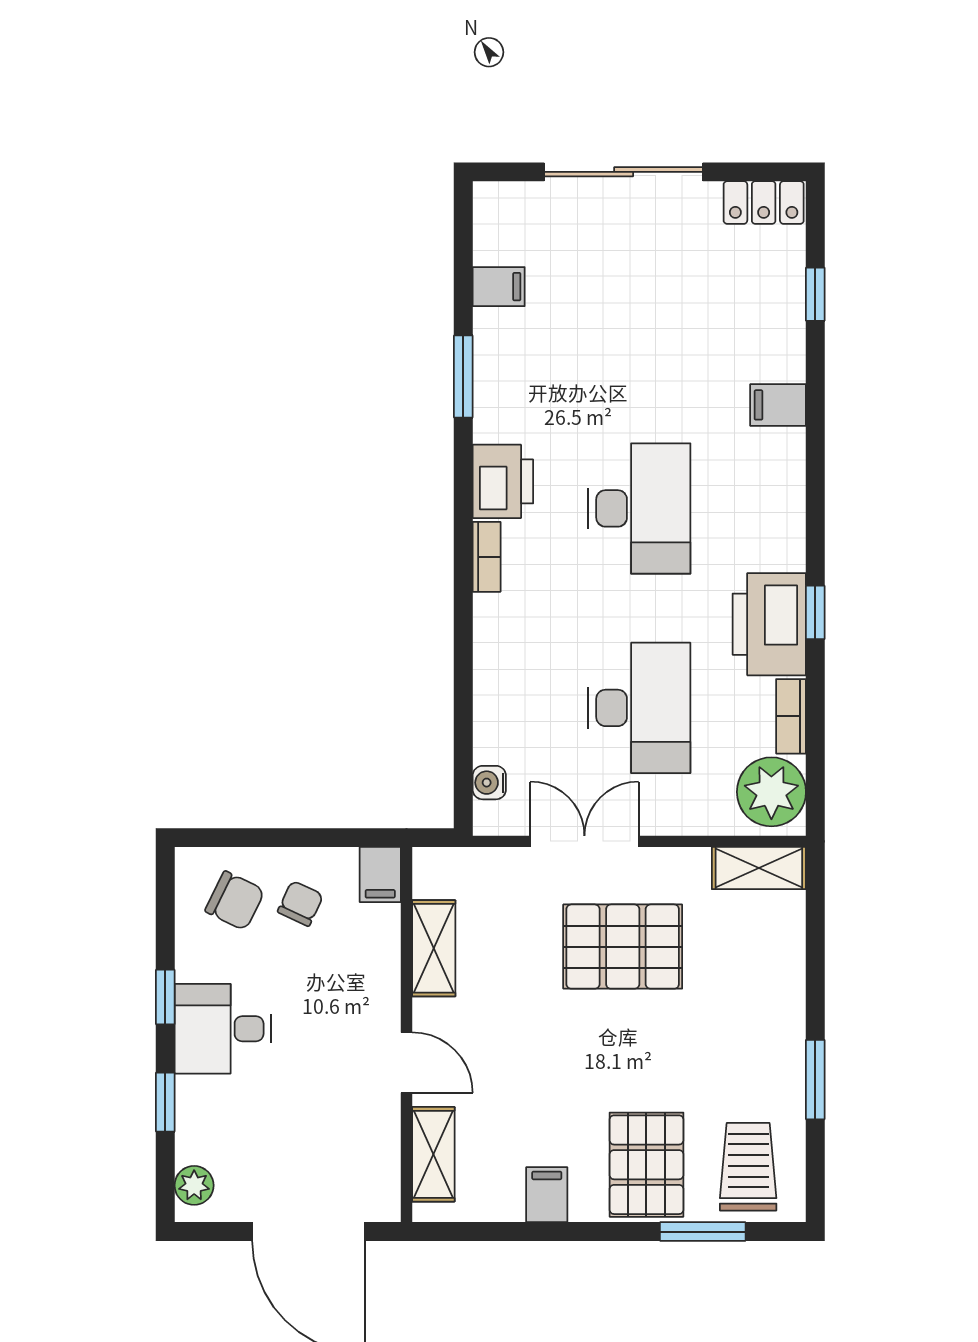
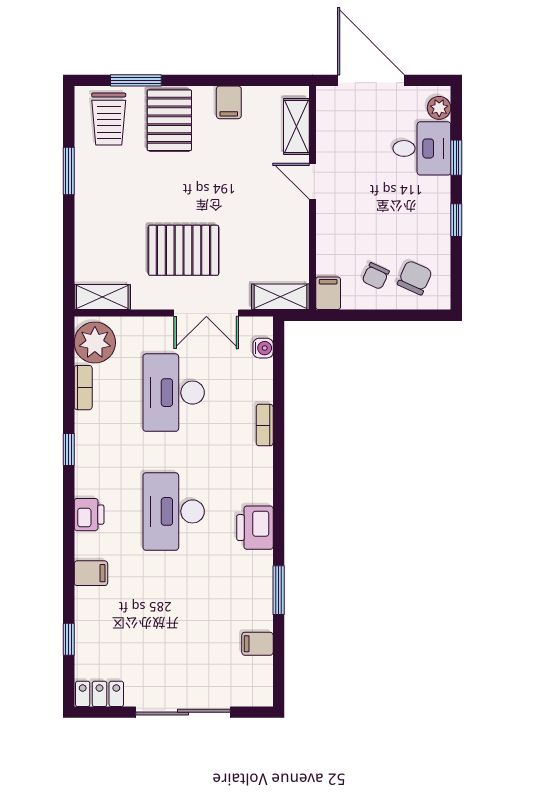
bookcase: (487, 557) -> (265, 425), moved
printer: (769, 624) -> (89, 515), moved, width x0.53, depth x0.68
chair: (235, 901) -> (415, 278), turned 88
shelving: (434, 948) -> (280, 297), moved, turned 90
desk: (223, 1029) -> (422, 148), moved

